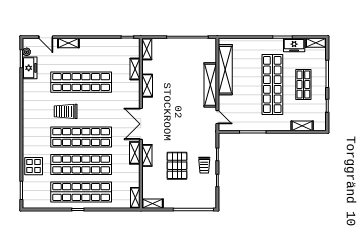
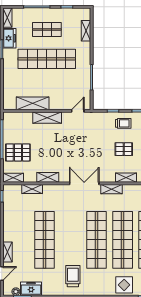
pallet: (174, 54) -> (18, 152), added
shelving: (225, 70) -> (33, 103), width x0.68
shelving: (210, 85) -> (47, 118), width x0.68
trolley: (66, 111) -> (73, 276), moved, turned 180
double door: (141, 124) -> (84, 183), swing flipped
shelving: (147, 155) -> (126, 178), moved
pallet: (177, 166) -> (124, 149), width x0.67, depth x0.71

